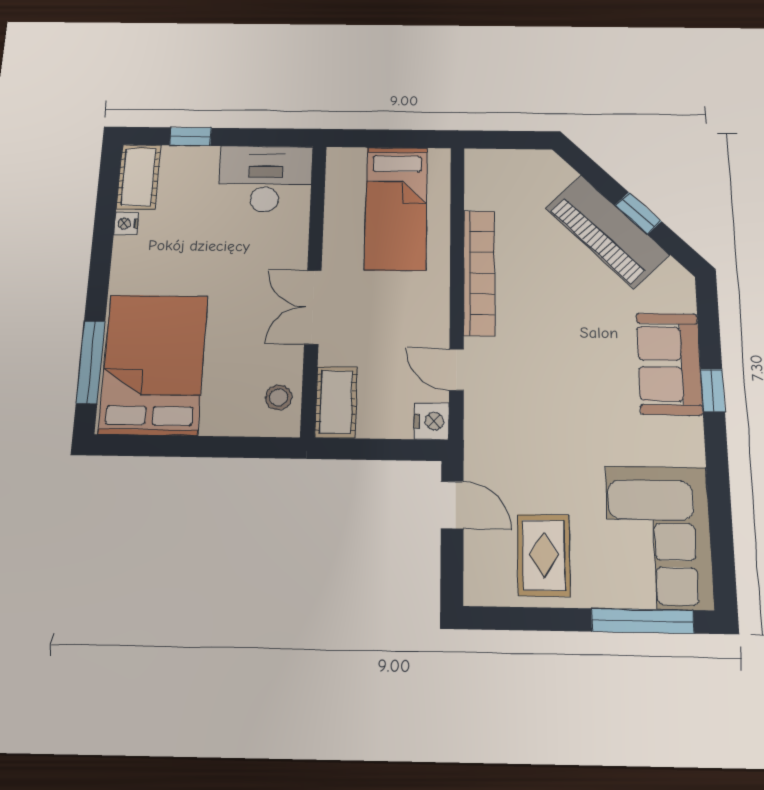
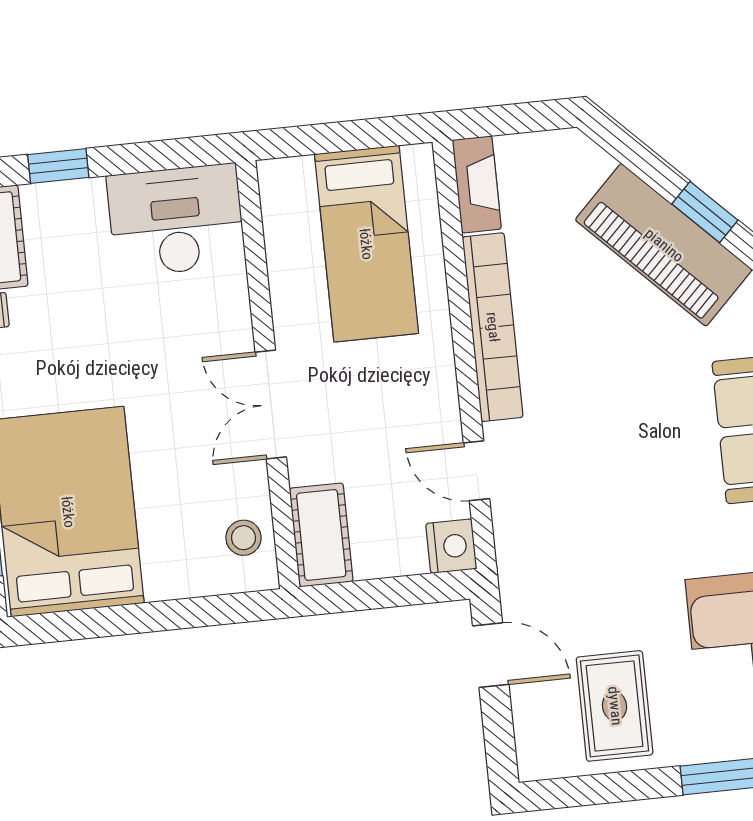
fireplace: (478, 178) -> (477, 184), added

